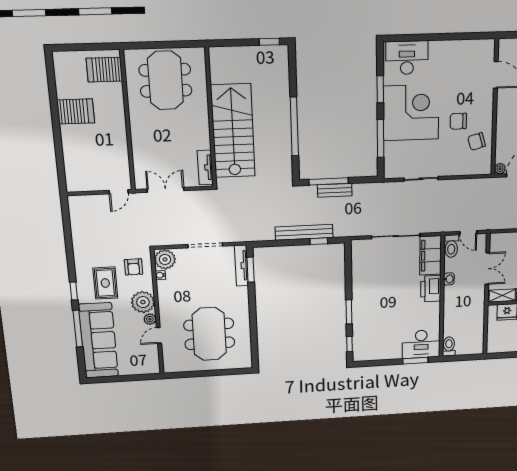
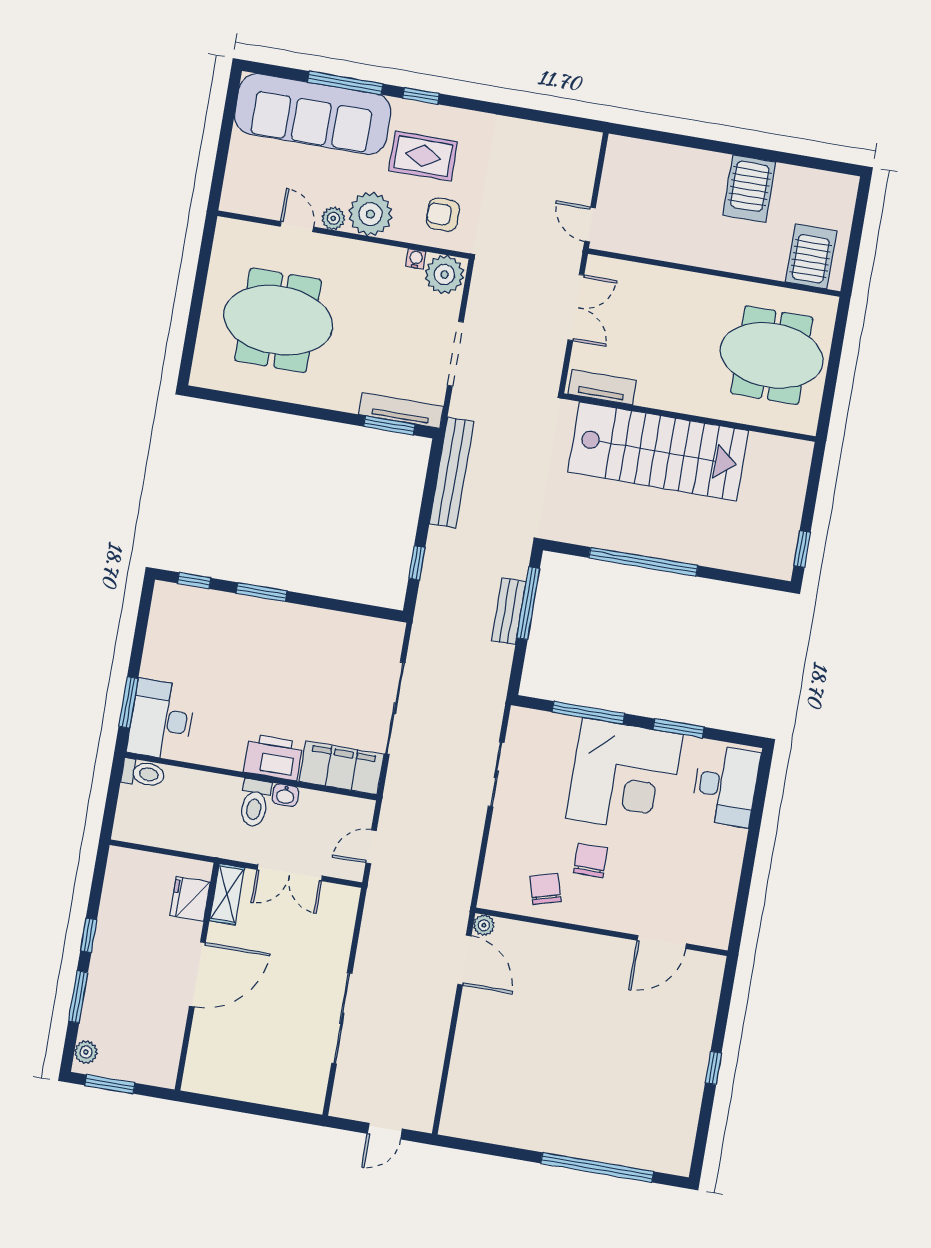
bench: (304, 232) -> (452, 473), moved
toilet: (451, 246) -> (255, 803), moved, turned -90

